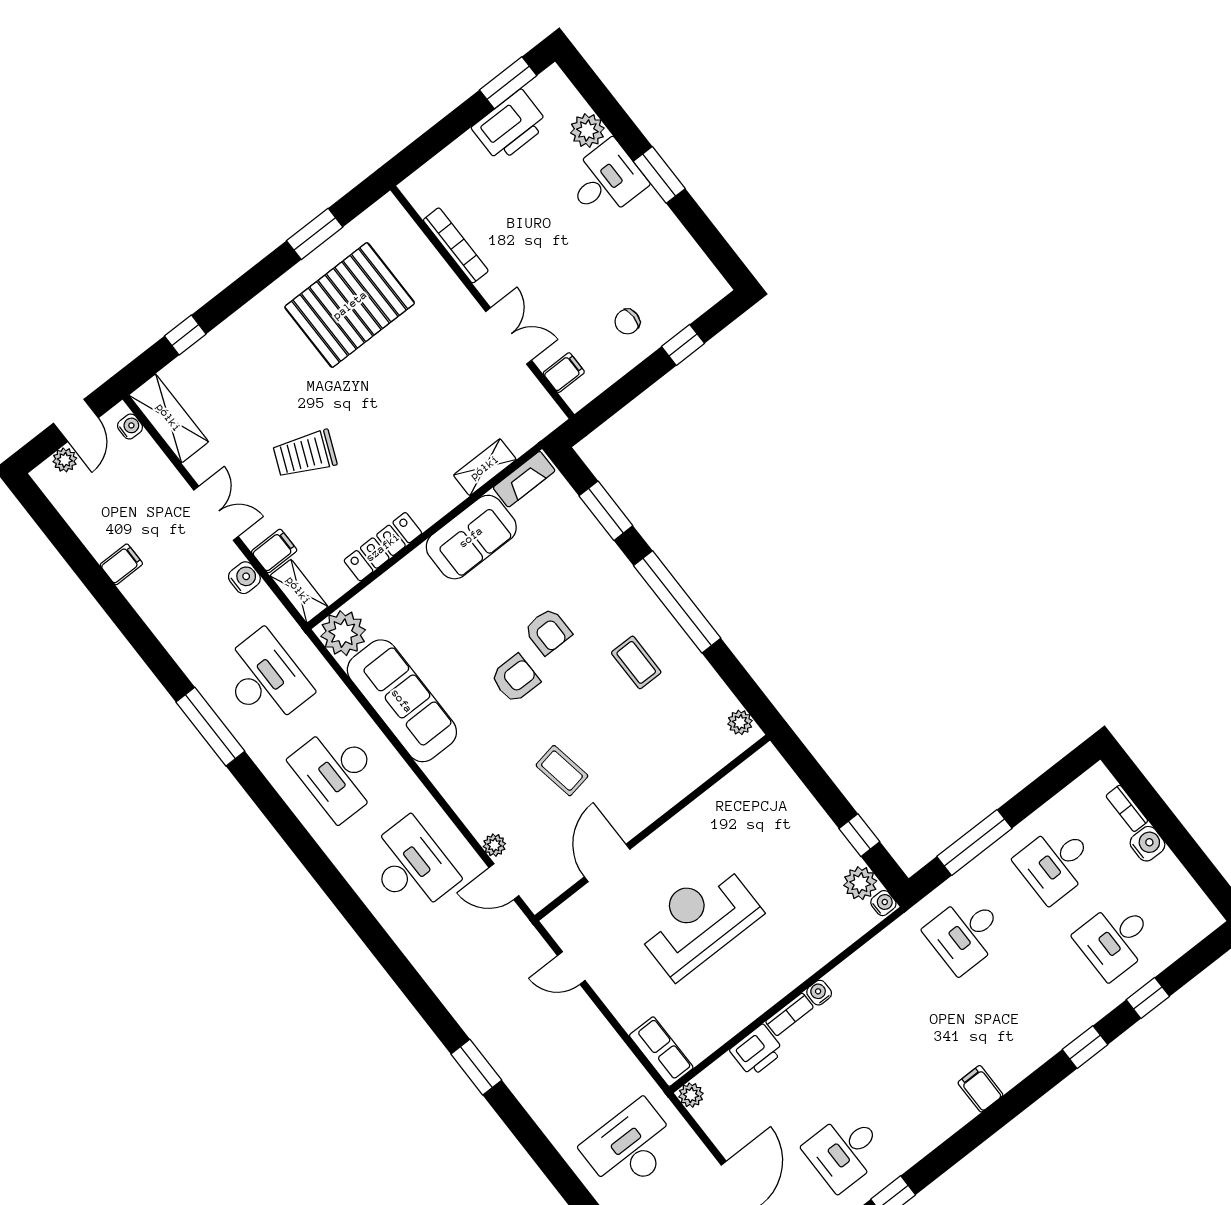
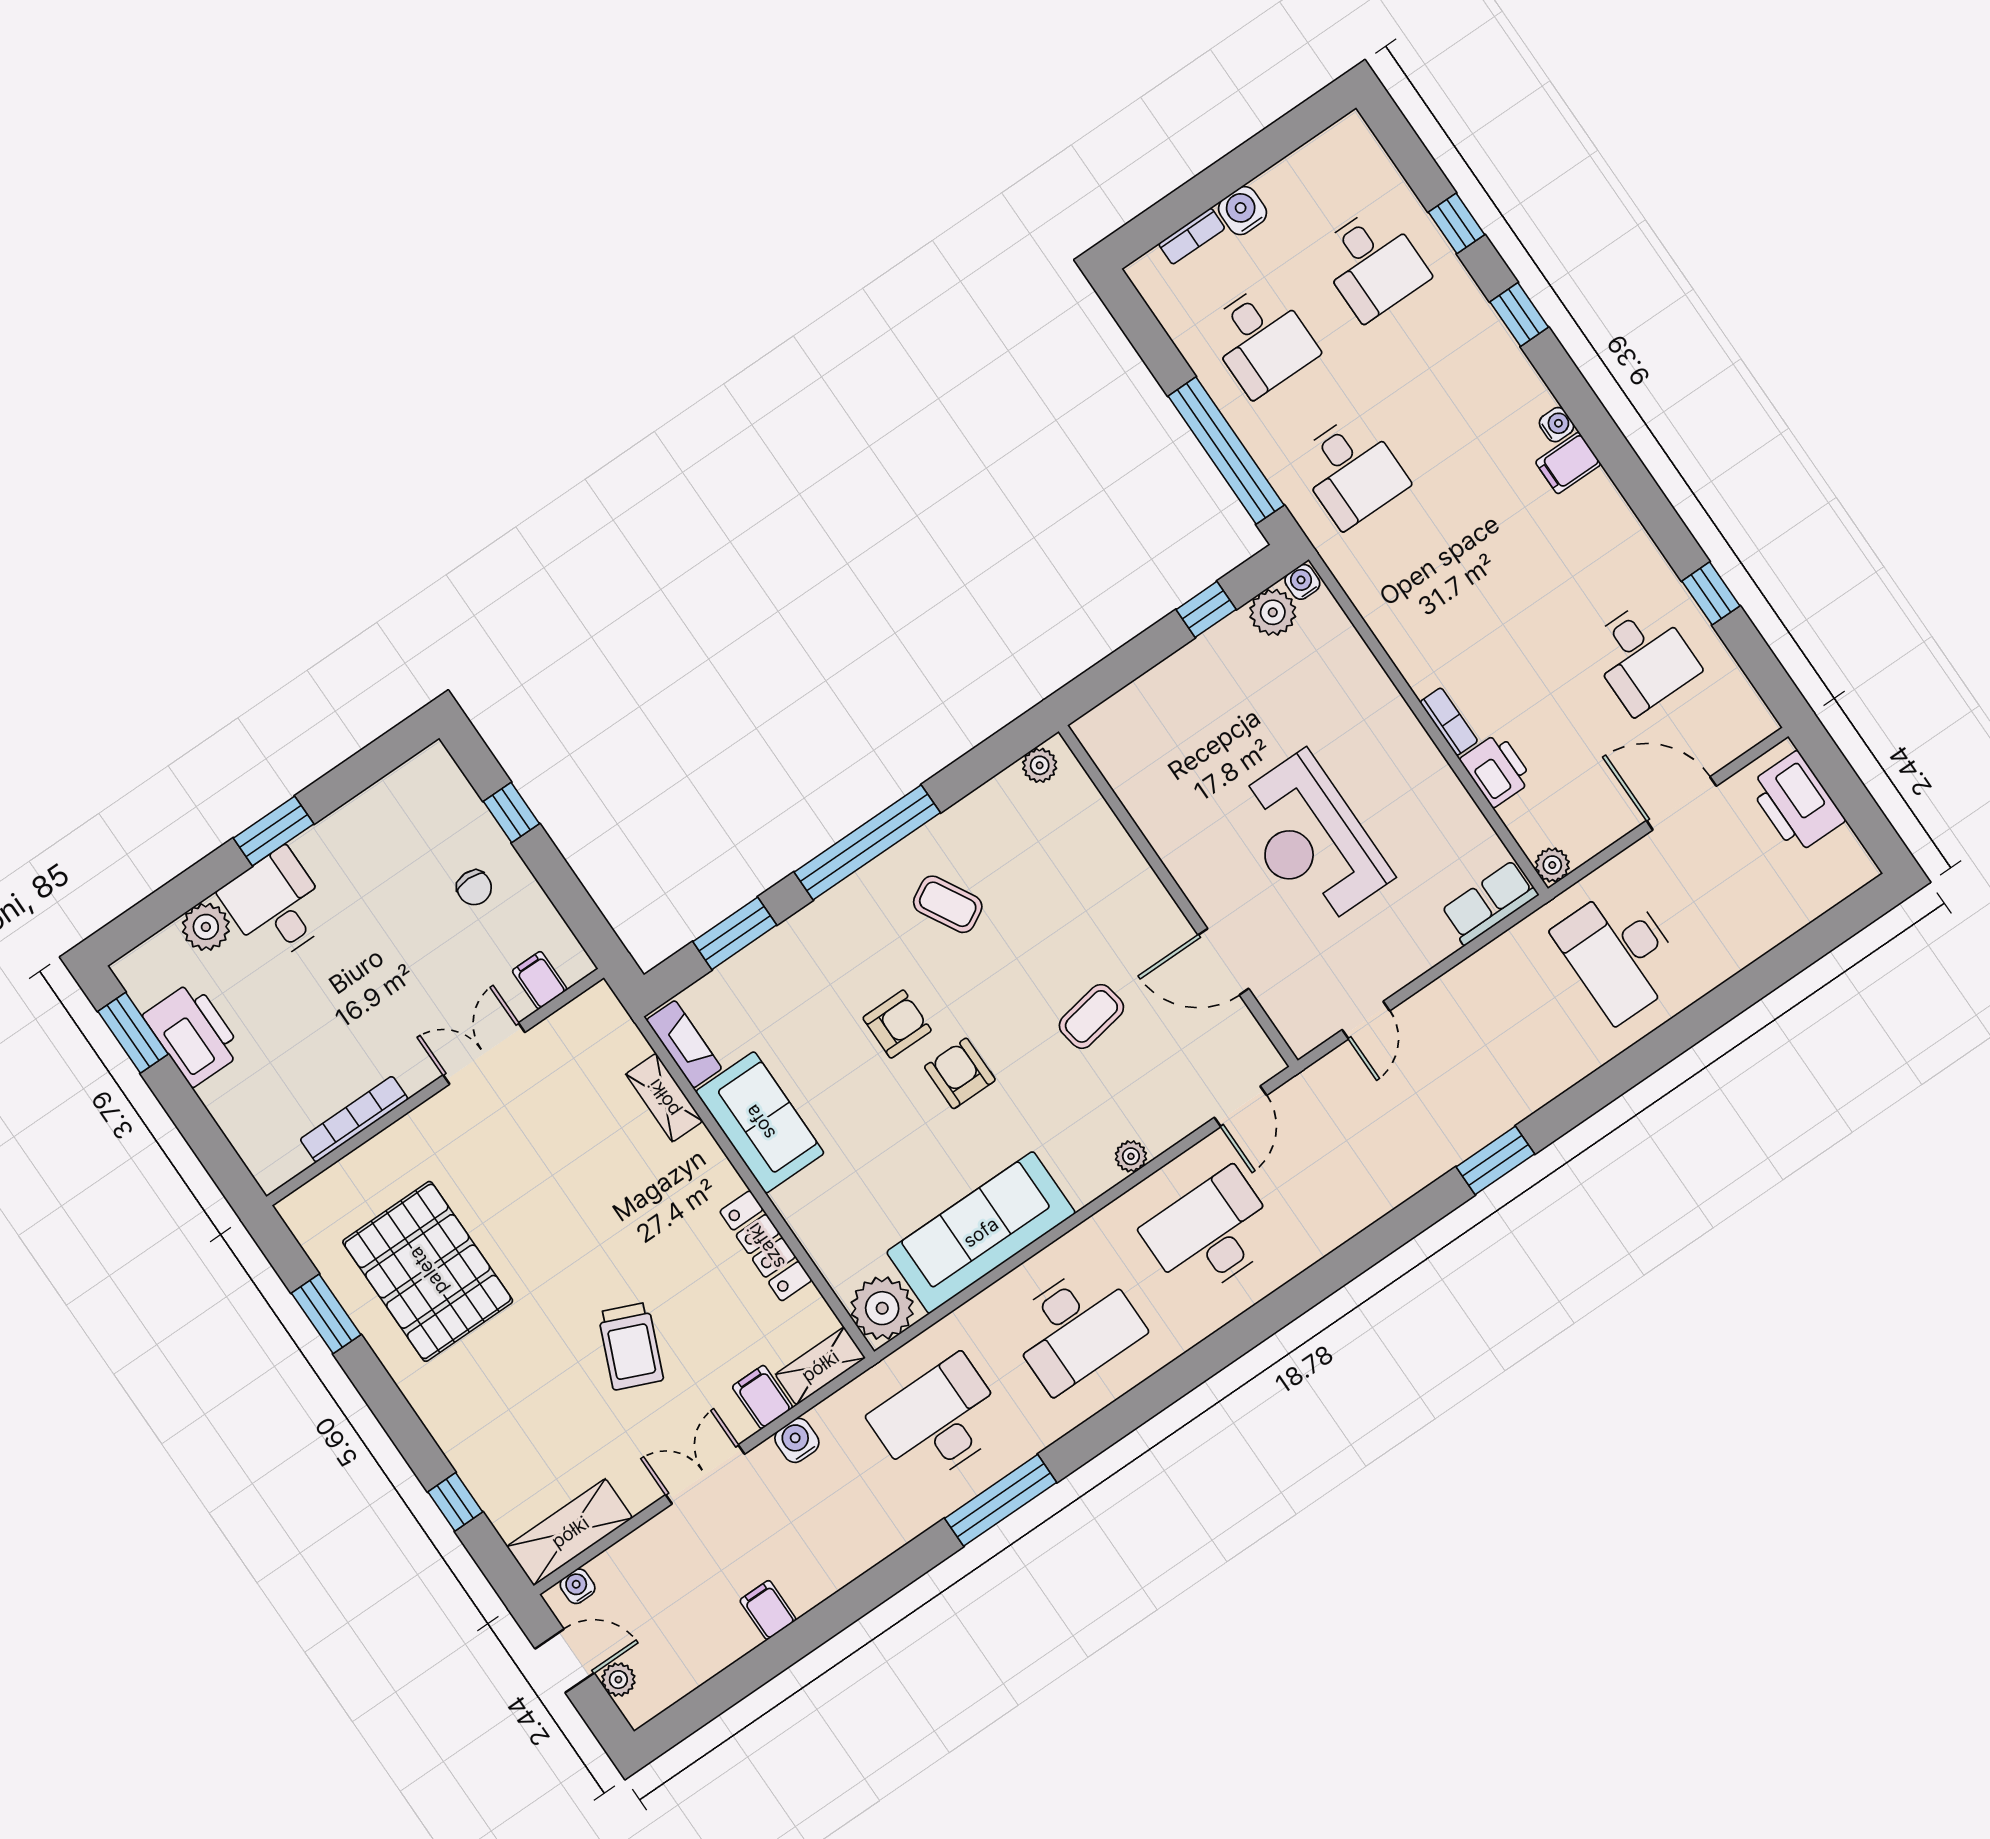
coffee table: (636, 662) -> (948, 904), turned 61
window: (974, 842) -> (1226, 451), width x1.46
plant: (494, 845) -> (1131, 1156), moved
water cooler: (819, 993) -> (1556, 425), moved, turned 180

